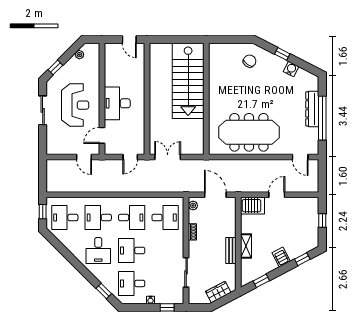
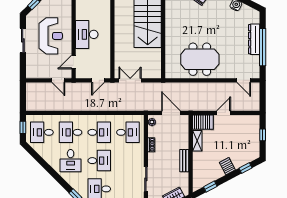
meeting table: (249, 132) -> (200, 59), width x0.73
shelving: (246, 246) -> (197, 141), moved
desk: (132, 250) -> (99, 161), turned 180

